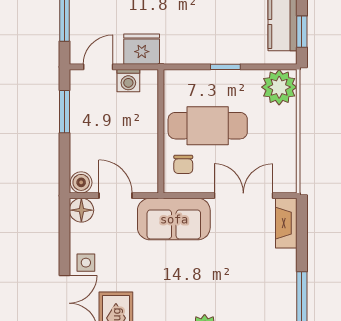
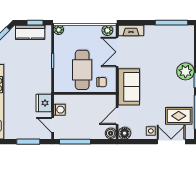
plant: (279, 87) -> (59, 30), width x0.53, depth x0.53
window: (64, 112) -> (75, 142), width x1.44
plant: (286, 176) -> (107, 30), added

